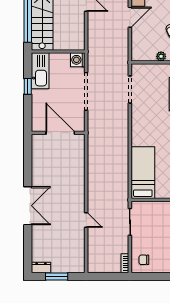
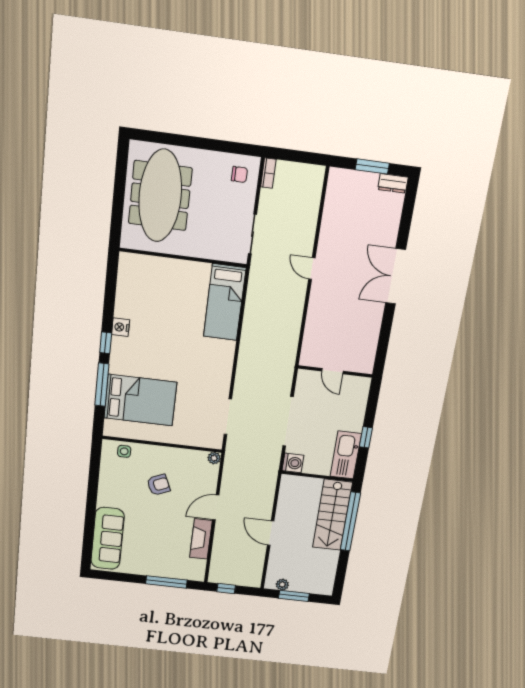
plant: (161, 56) -> (214, 458), moved
door: (60, 133) -> (332, 371), width x0.53
door: (86, 220) -> (312, 269), moved

